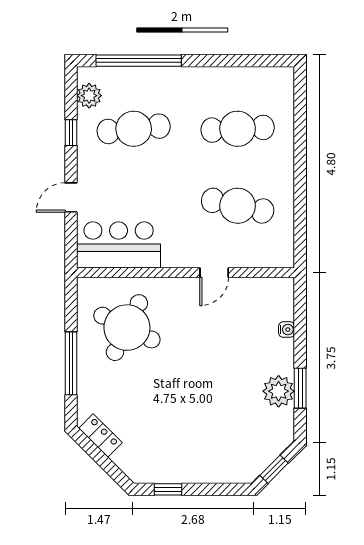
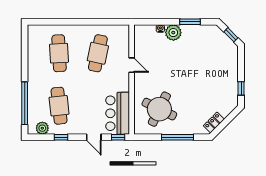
window: (71, 246) -> (118, 137), added
plant: (279, 391) -> (173, 33), moved

